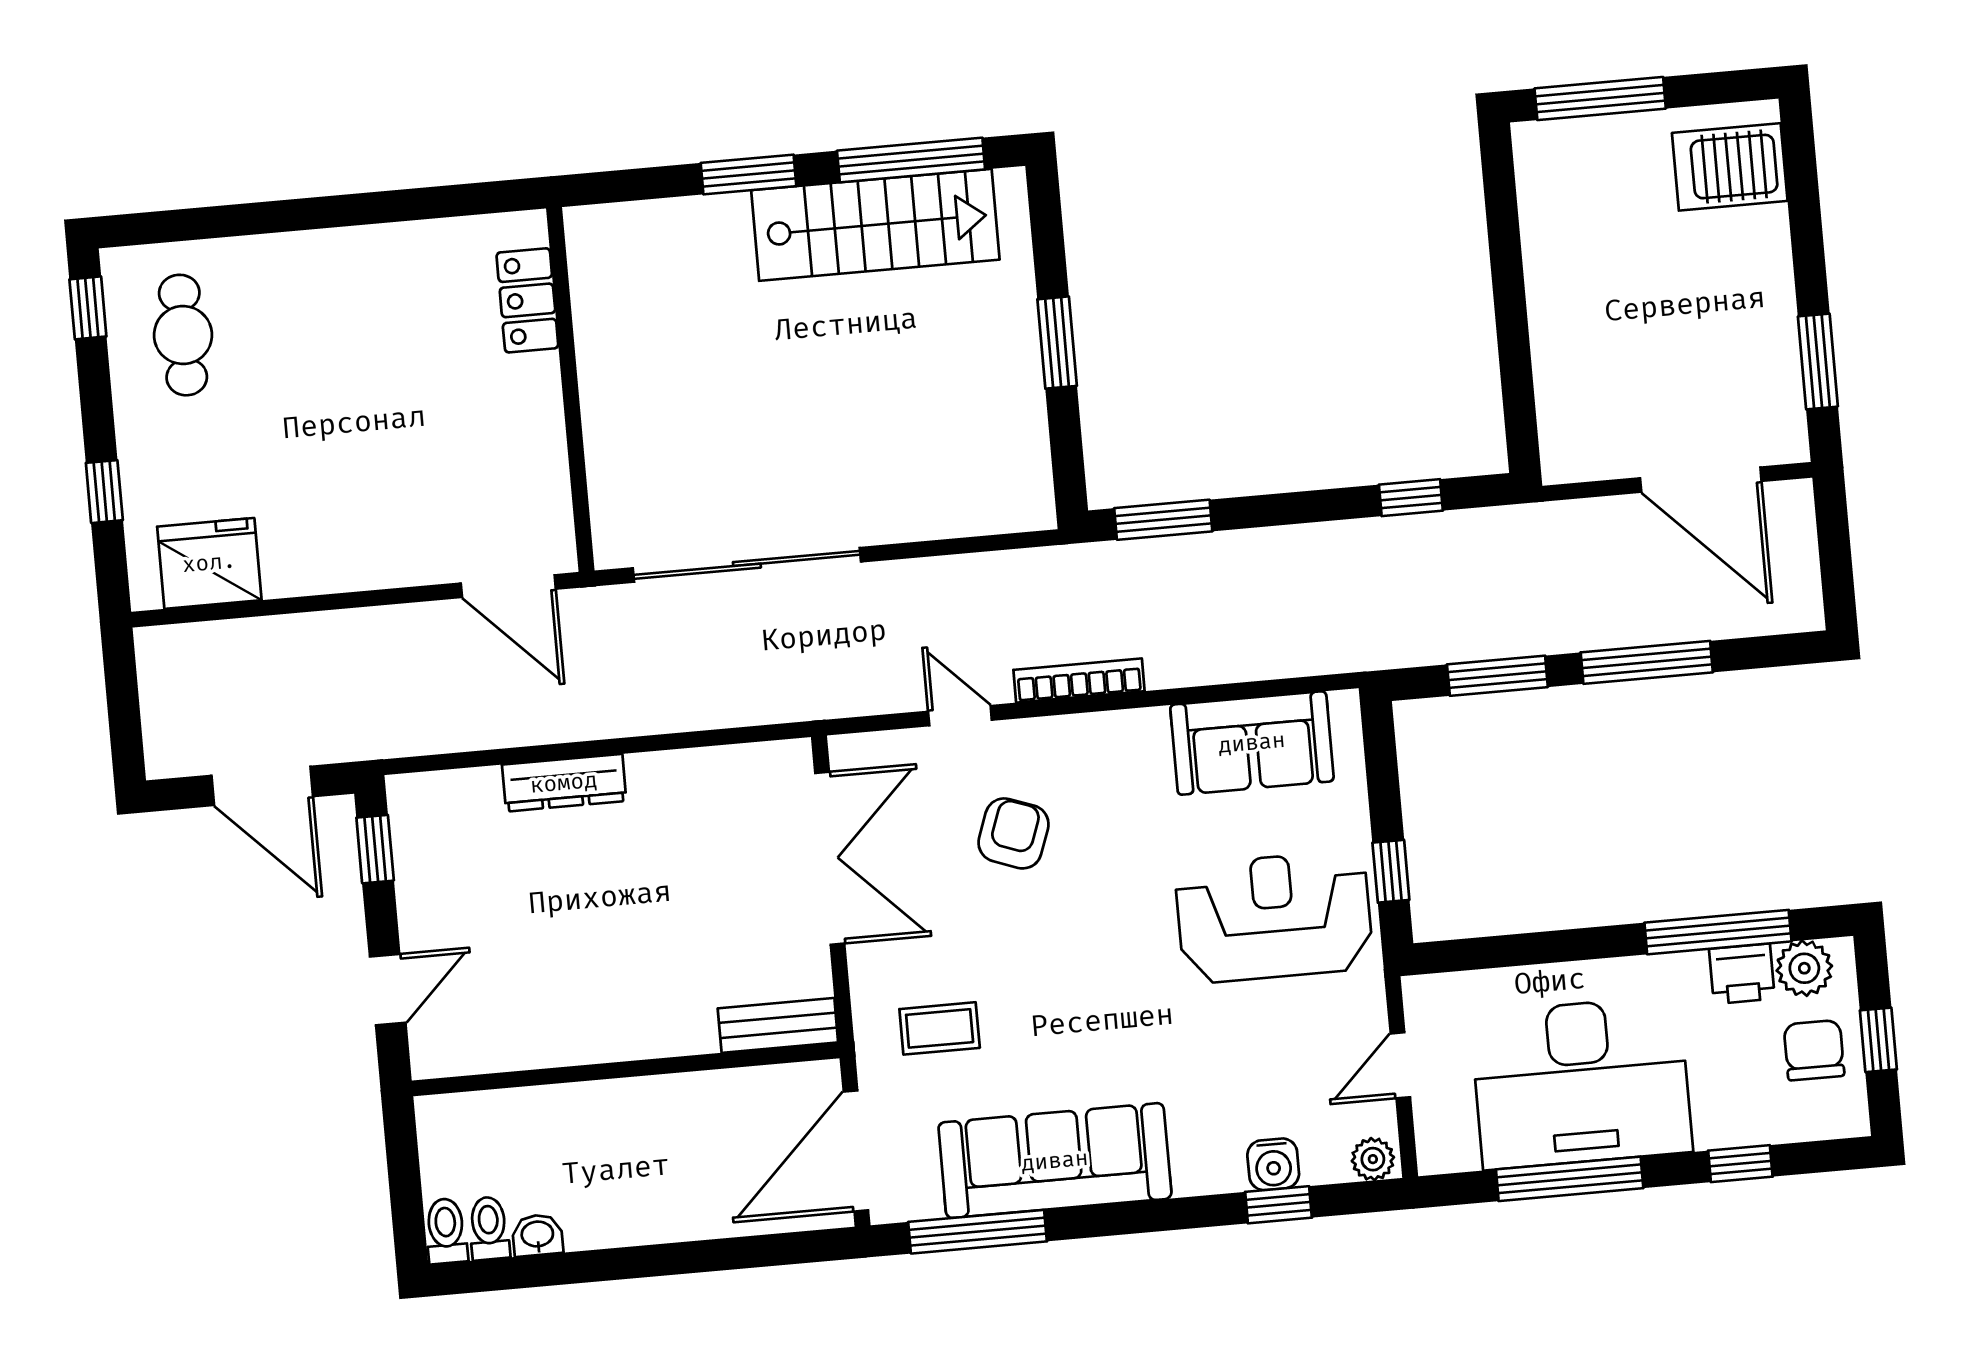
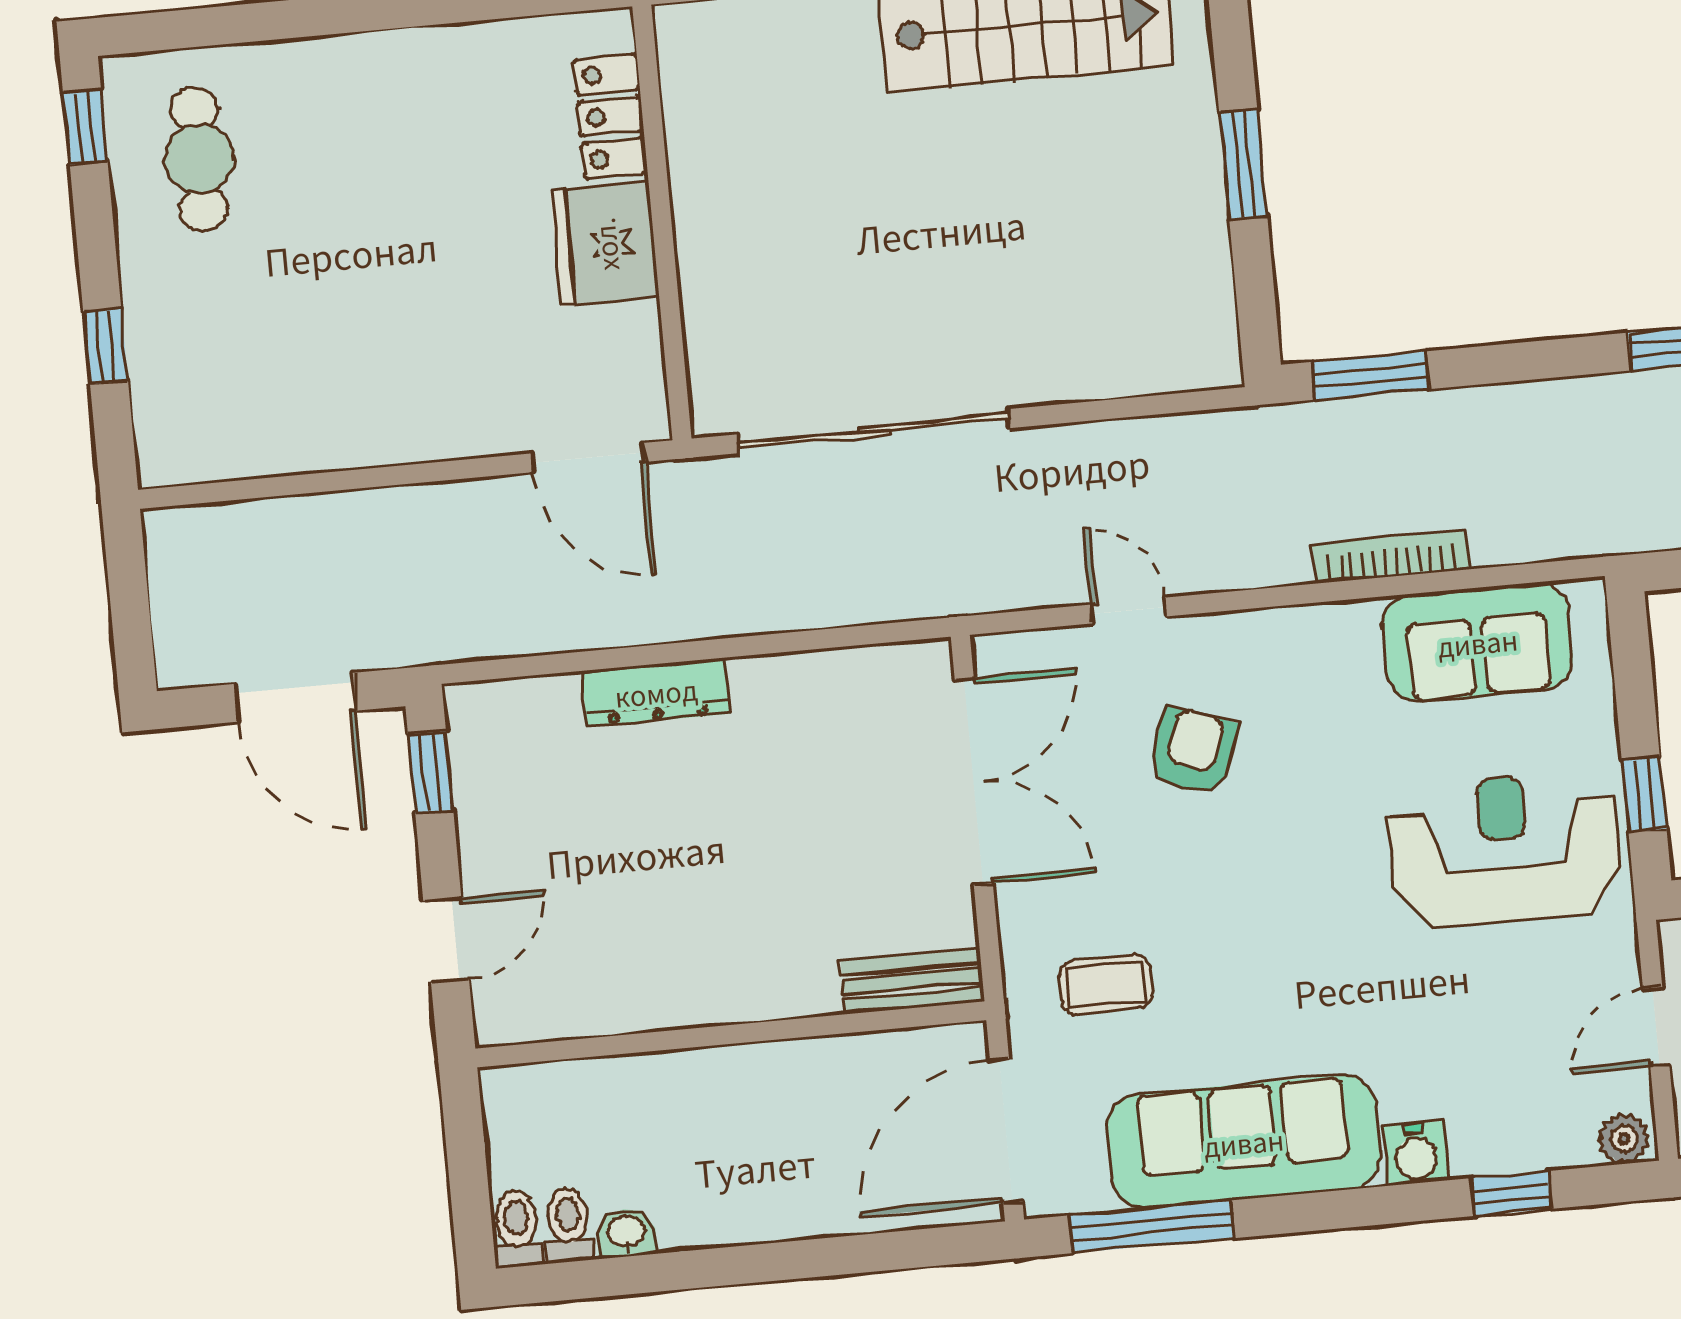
fridge: (209, 563) -> (605, 244), moved, turned -90
bookcase: (1079, 681) -> (1390, 557), moved
water cooler: (1273, 1164) -> (1416, 1153), moved

